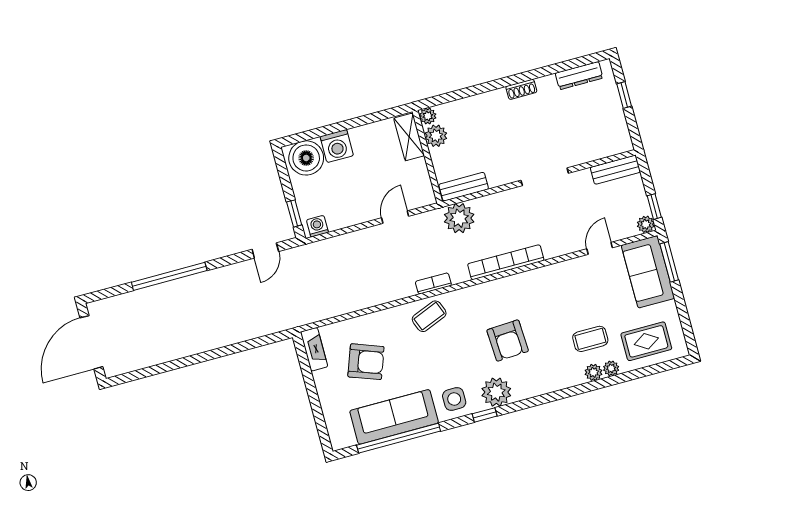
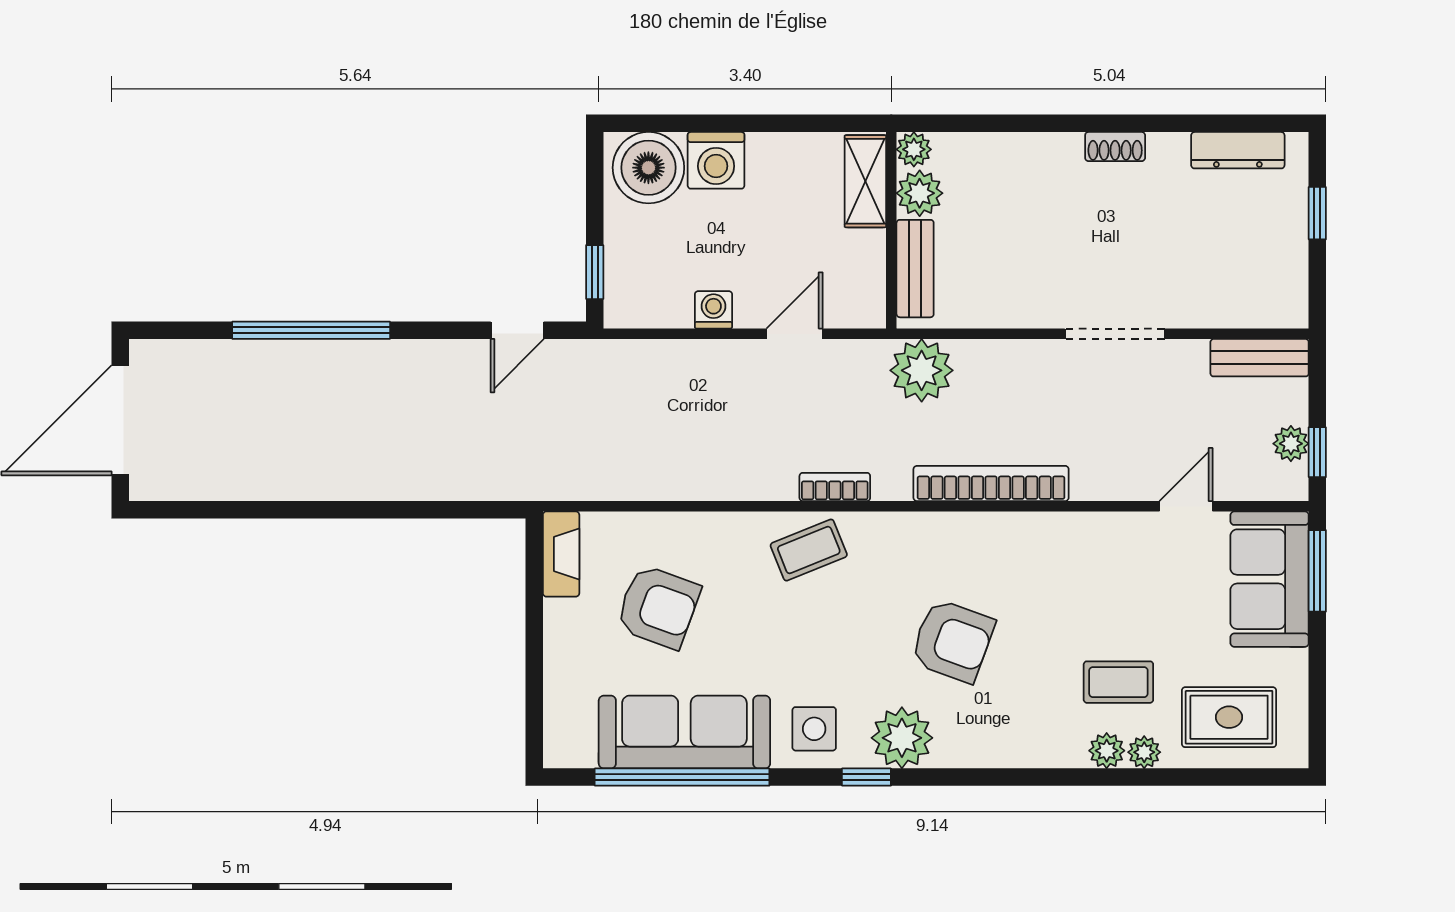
bench: (464, 187) -> (915, 269), moved, turned 90
plant: (646, 224) -> (1291, 444), moved
washing machine: (317, 226) -> (713, 310), moved
armchair: (508, 341) -> (952, 641), turned -67

